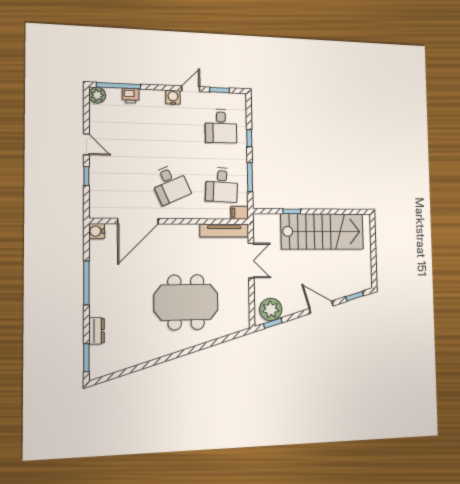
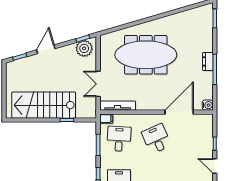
meeting table: (186, 302) -> (146, 55), width x1.36
door: (321, 307) -> (46, 49), swing flipped
dresser: (96, 331) -> (208, 61), moved

